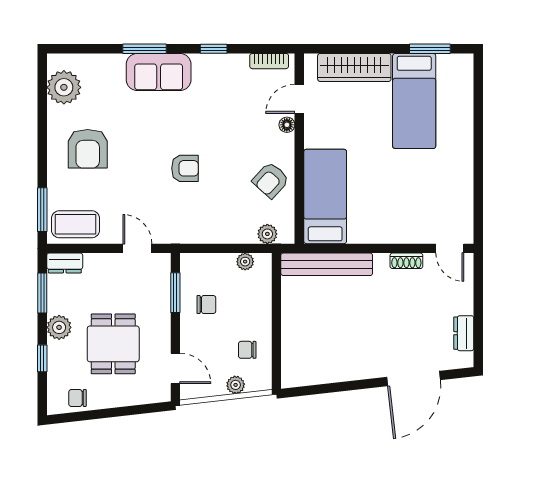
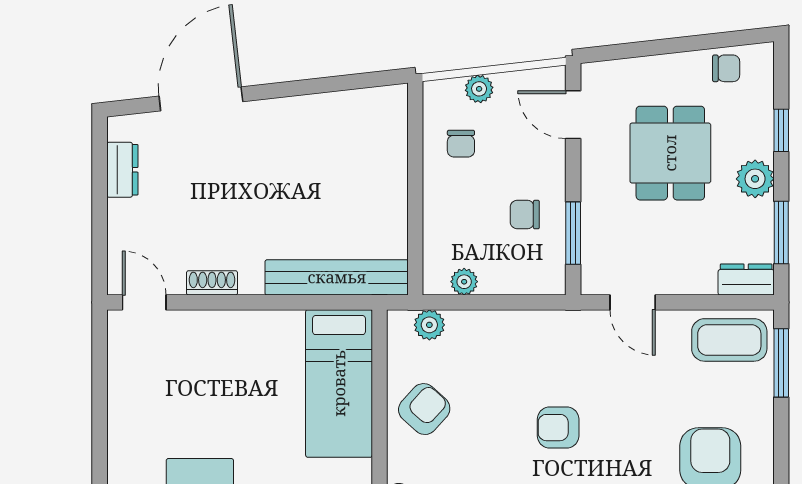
chair: (247, 350) -> (461, 144), turned 90

